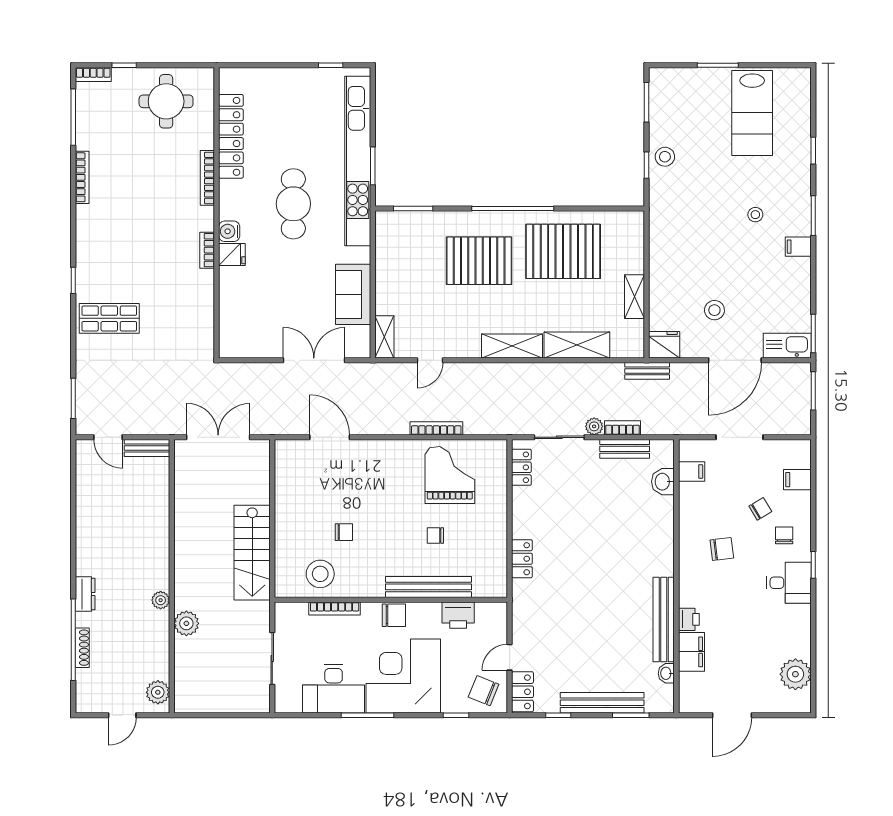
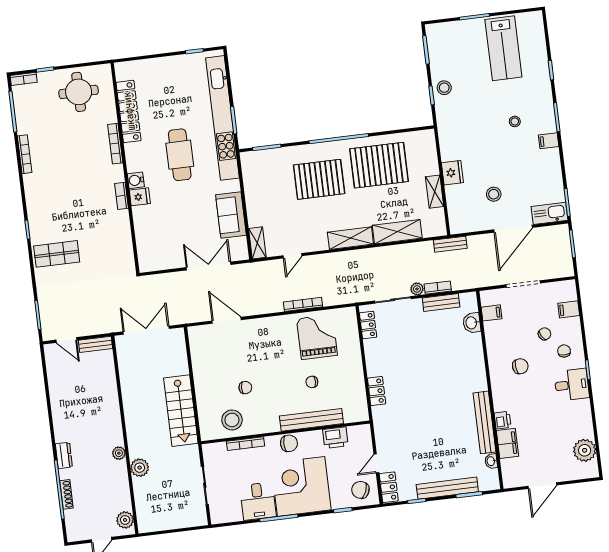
fridge: (664, 345) -> (452, 173), moved, turned 90
desk: (334, 689) -> (258, 501), width x0.73

